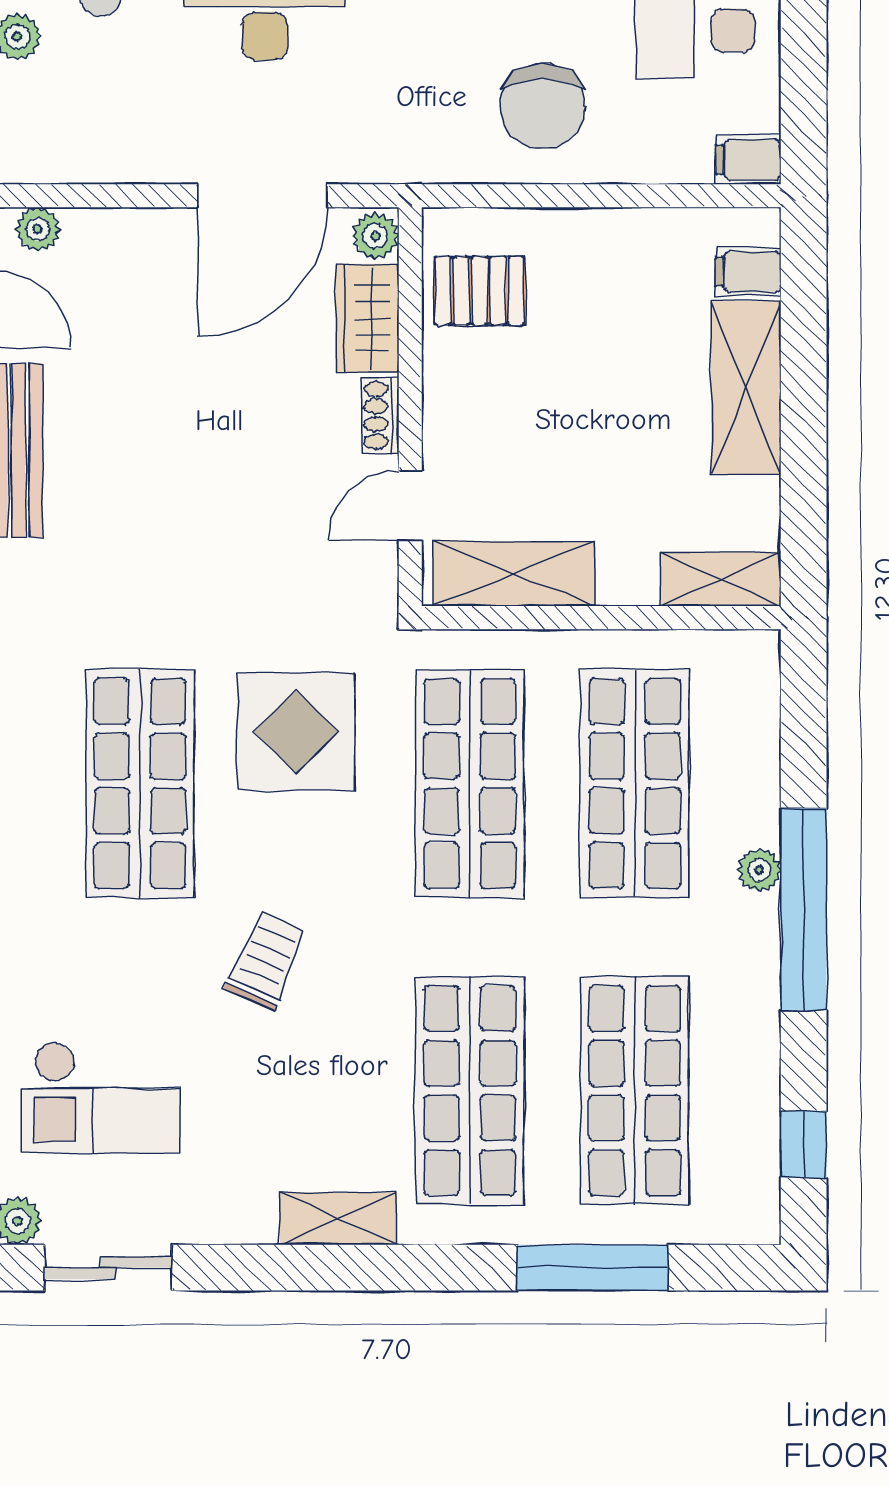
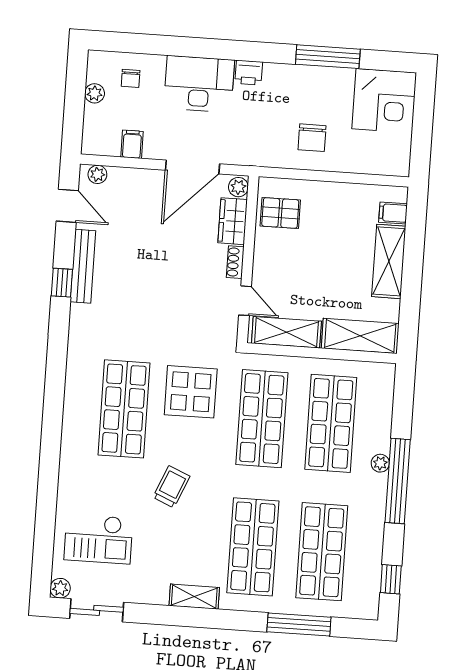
chair: (543, 106) -> (312, 138), width x0.73, depth x0.73
filing cabinet: (748, 160) -> (132, 144), moved, turned 90
door: (410, 505) -> (245, 301), swing flipped
shelving: (720, 579) -> (360, 336), width x1.50, depth x1.33

